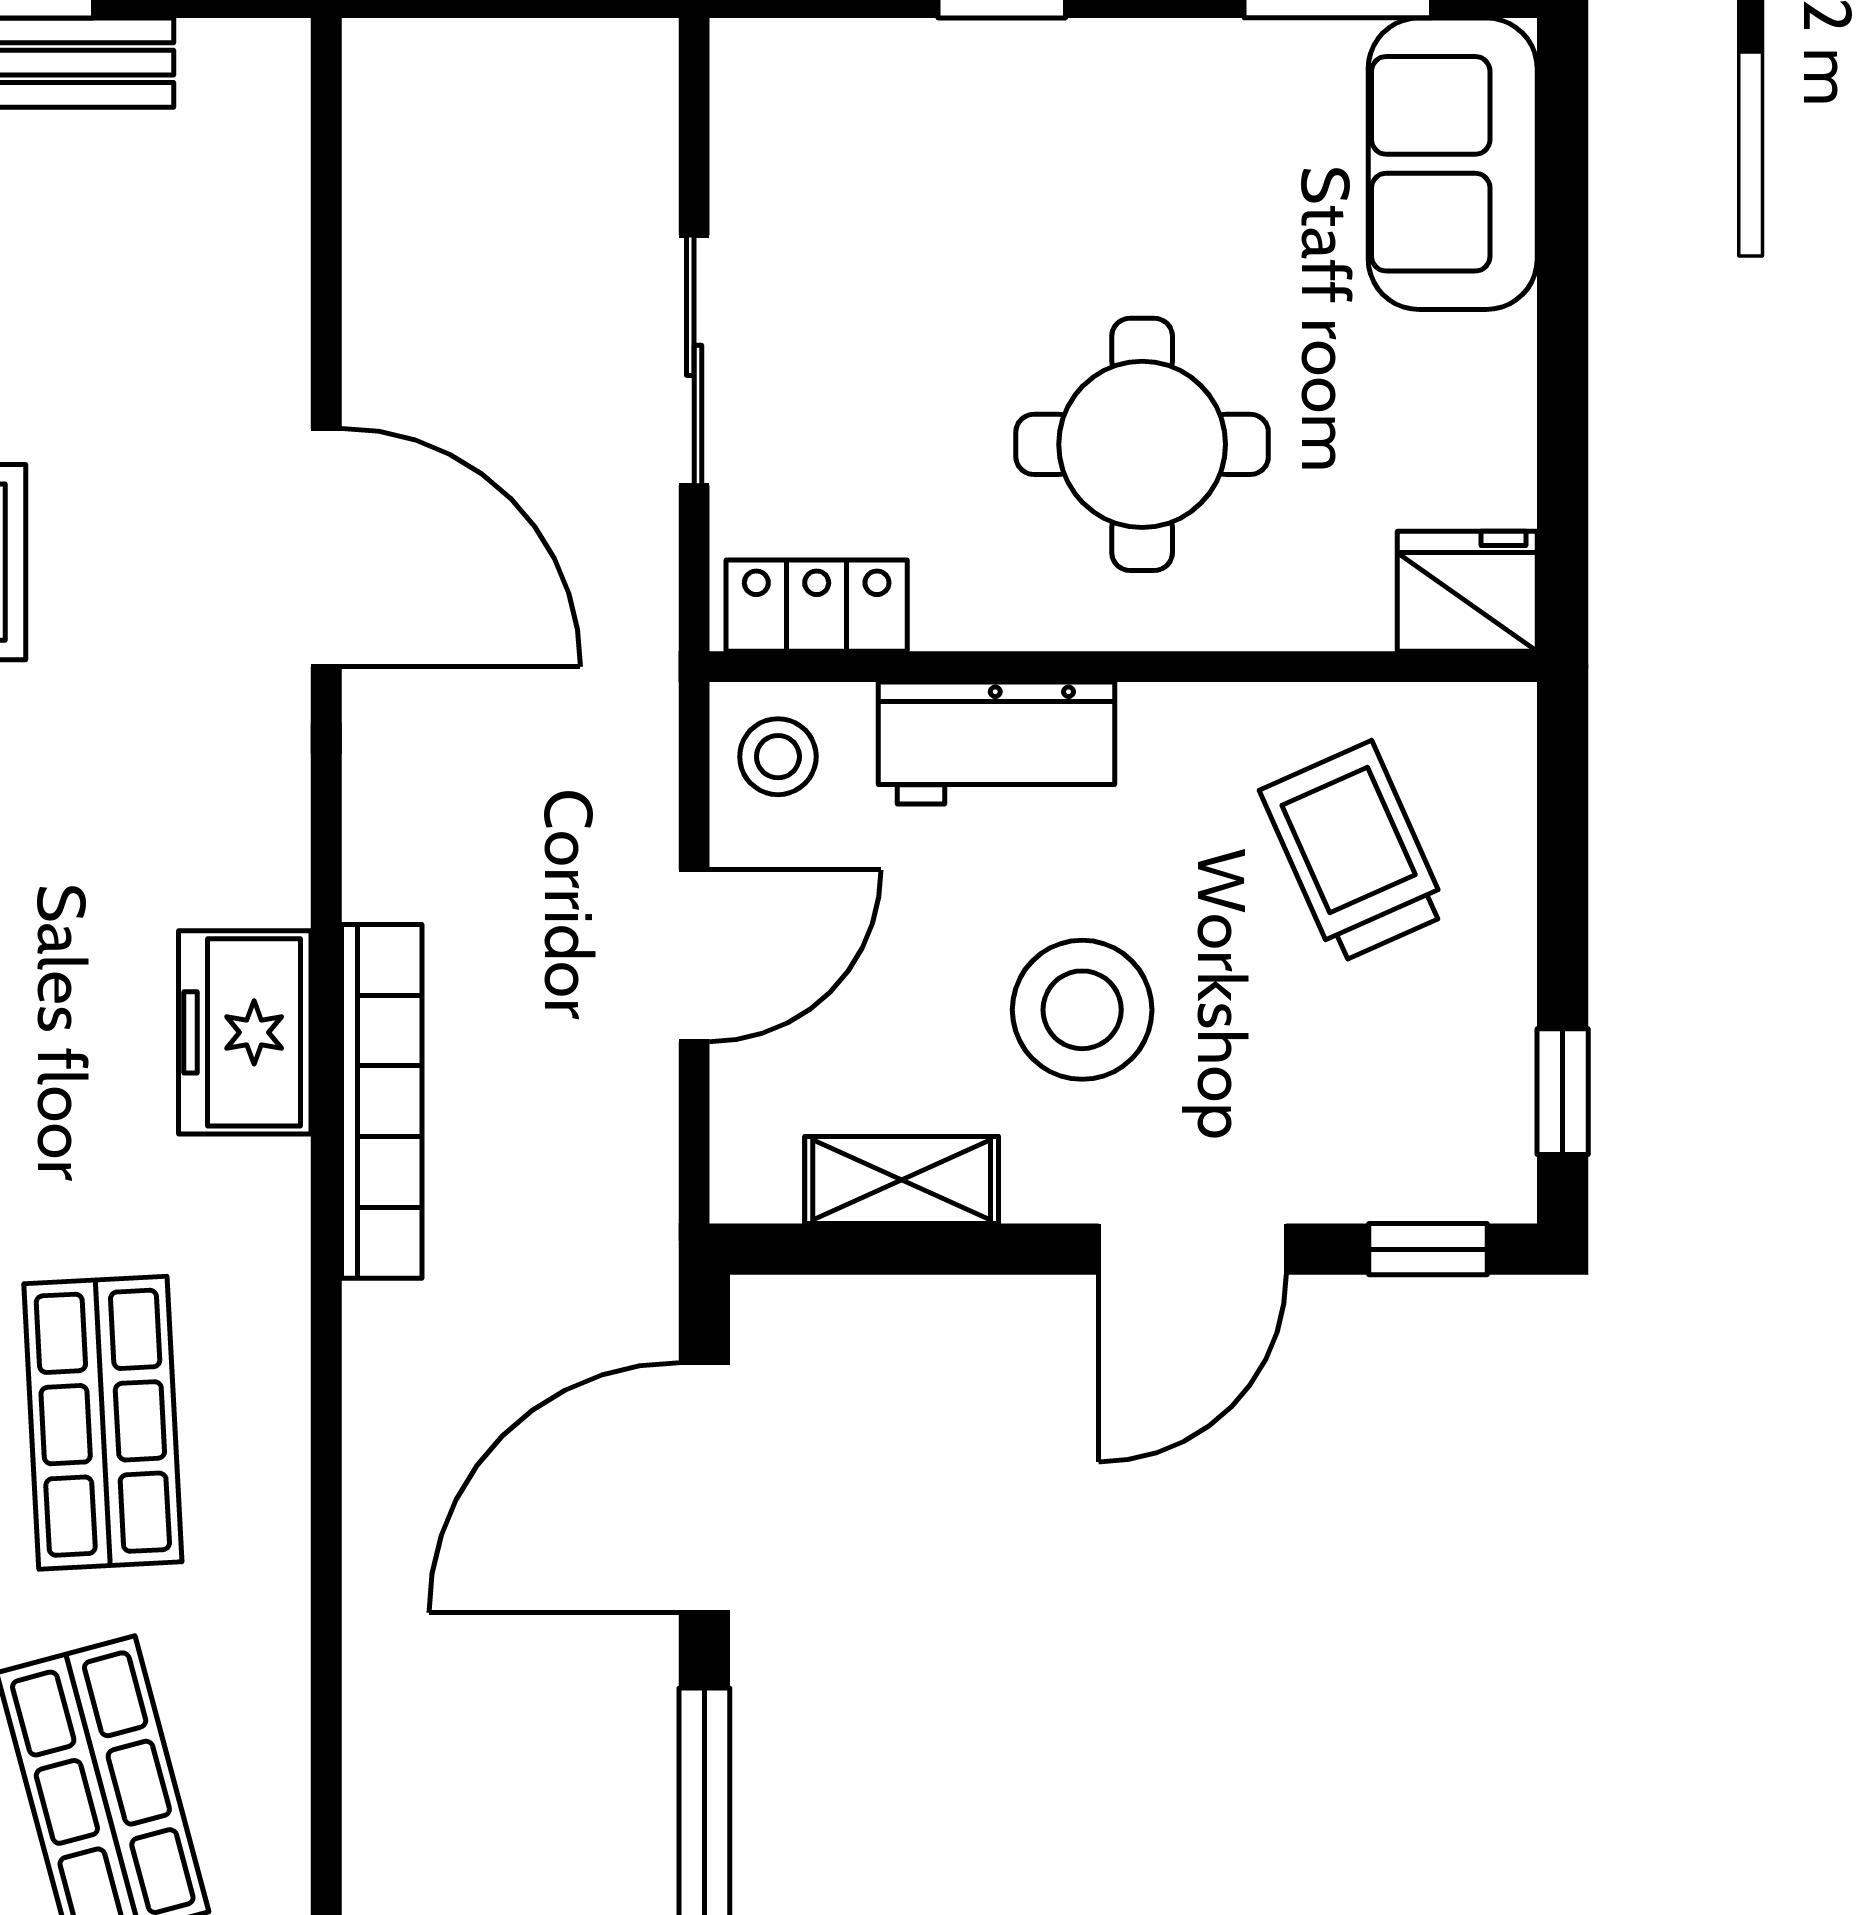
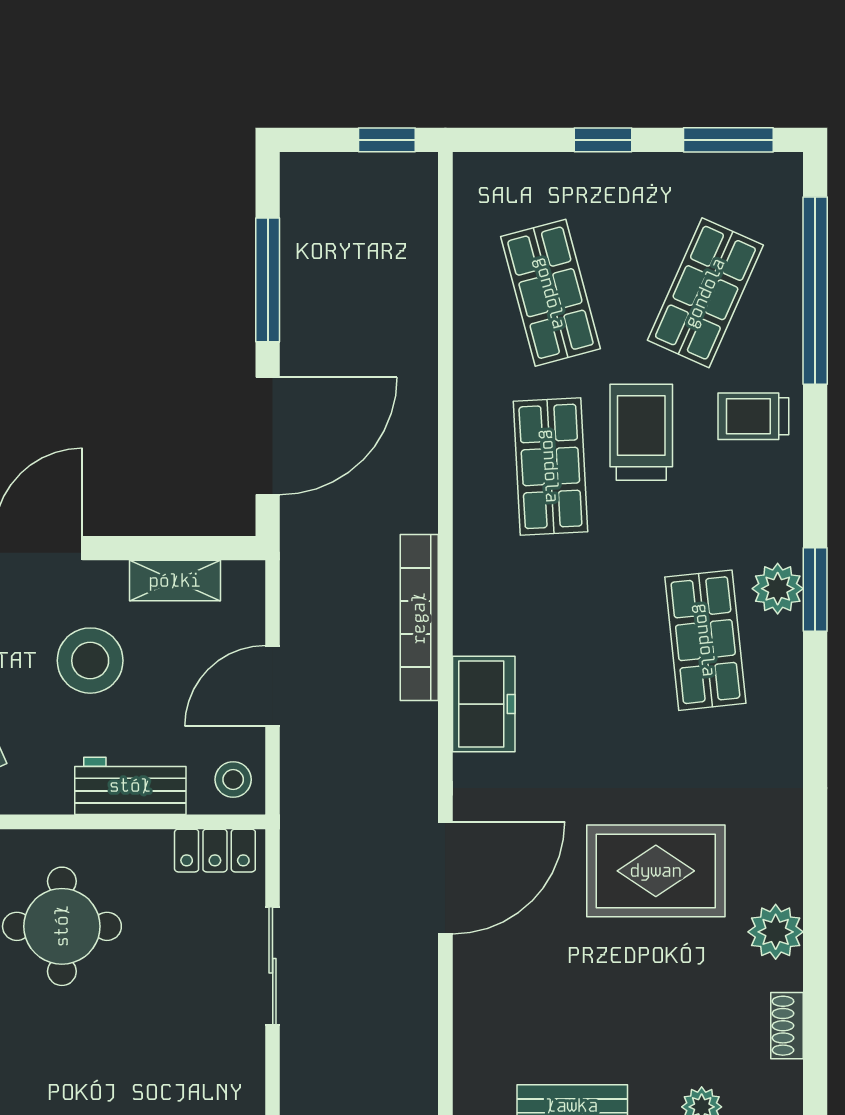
door: (326, 548) -> (445, 878), swing flipped
freezer: (245, 1032) -> (484, 704), moved

